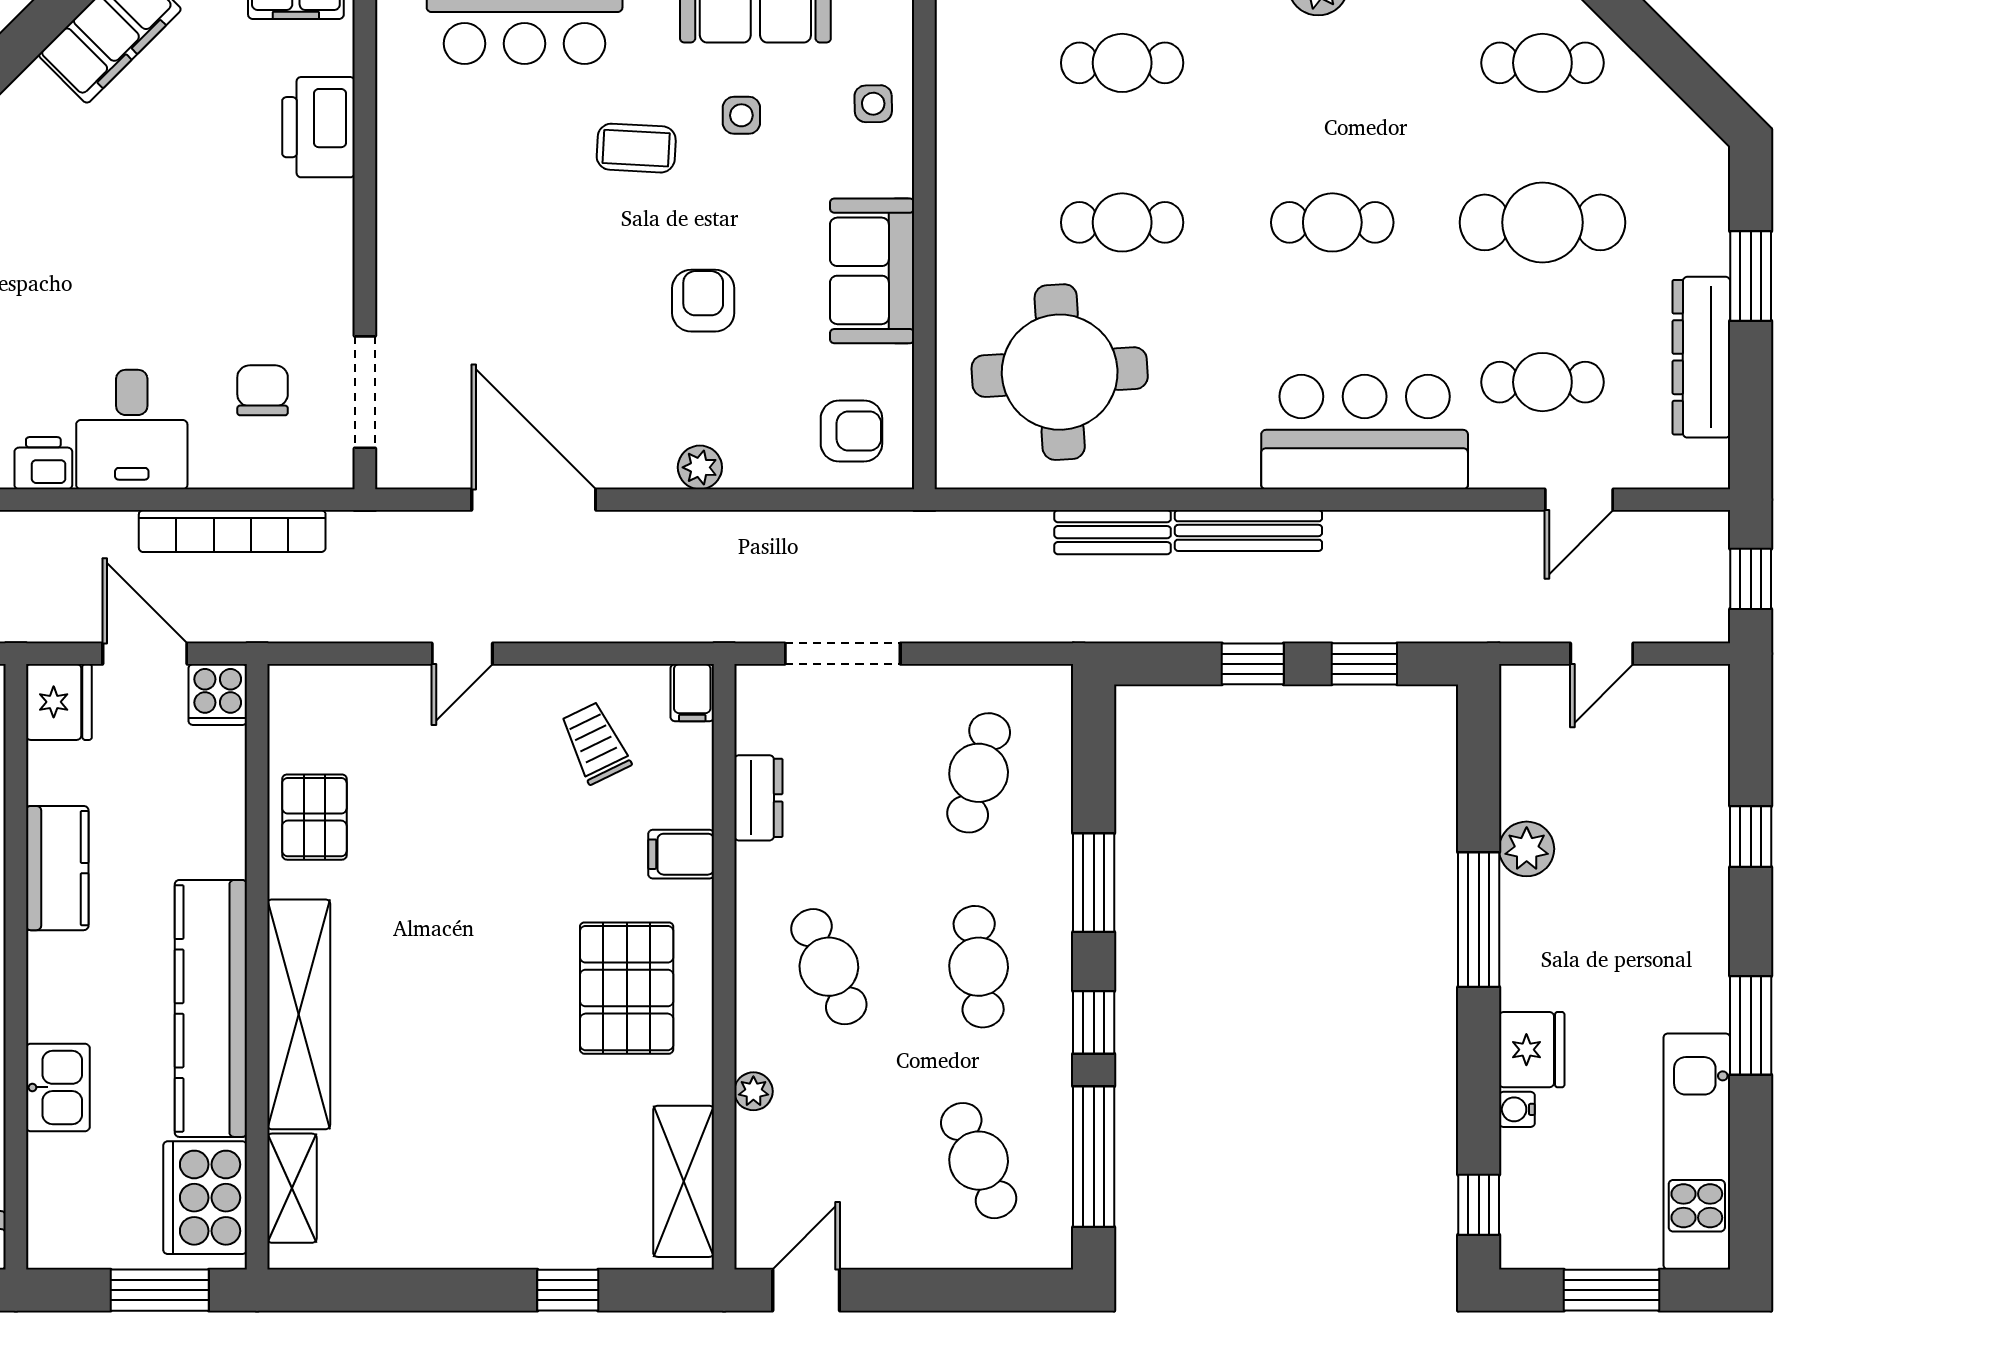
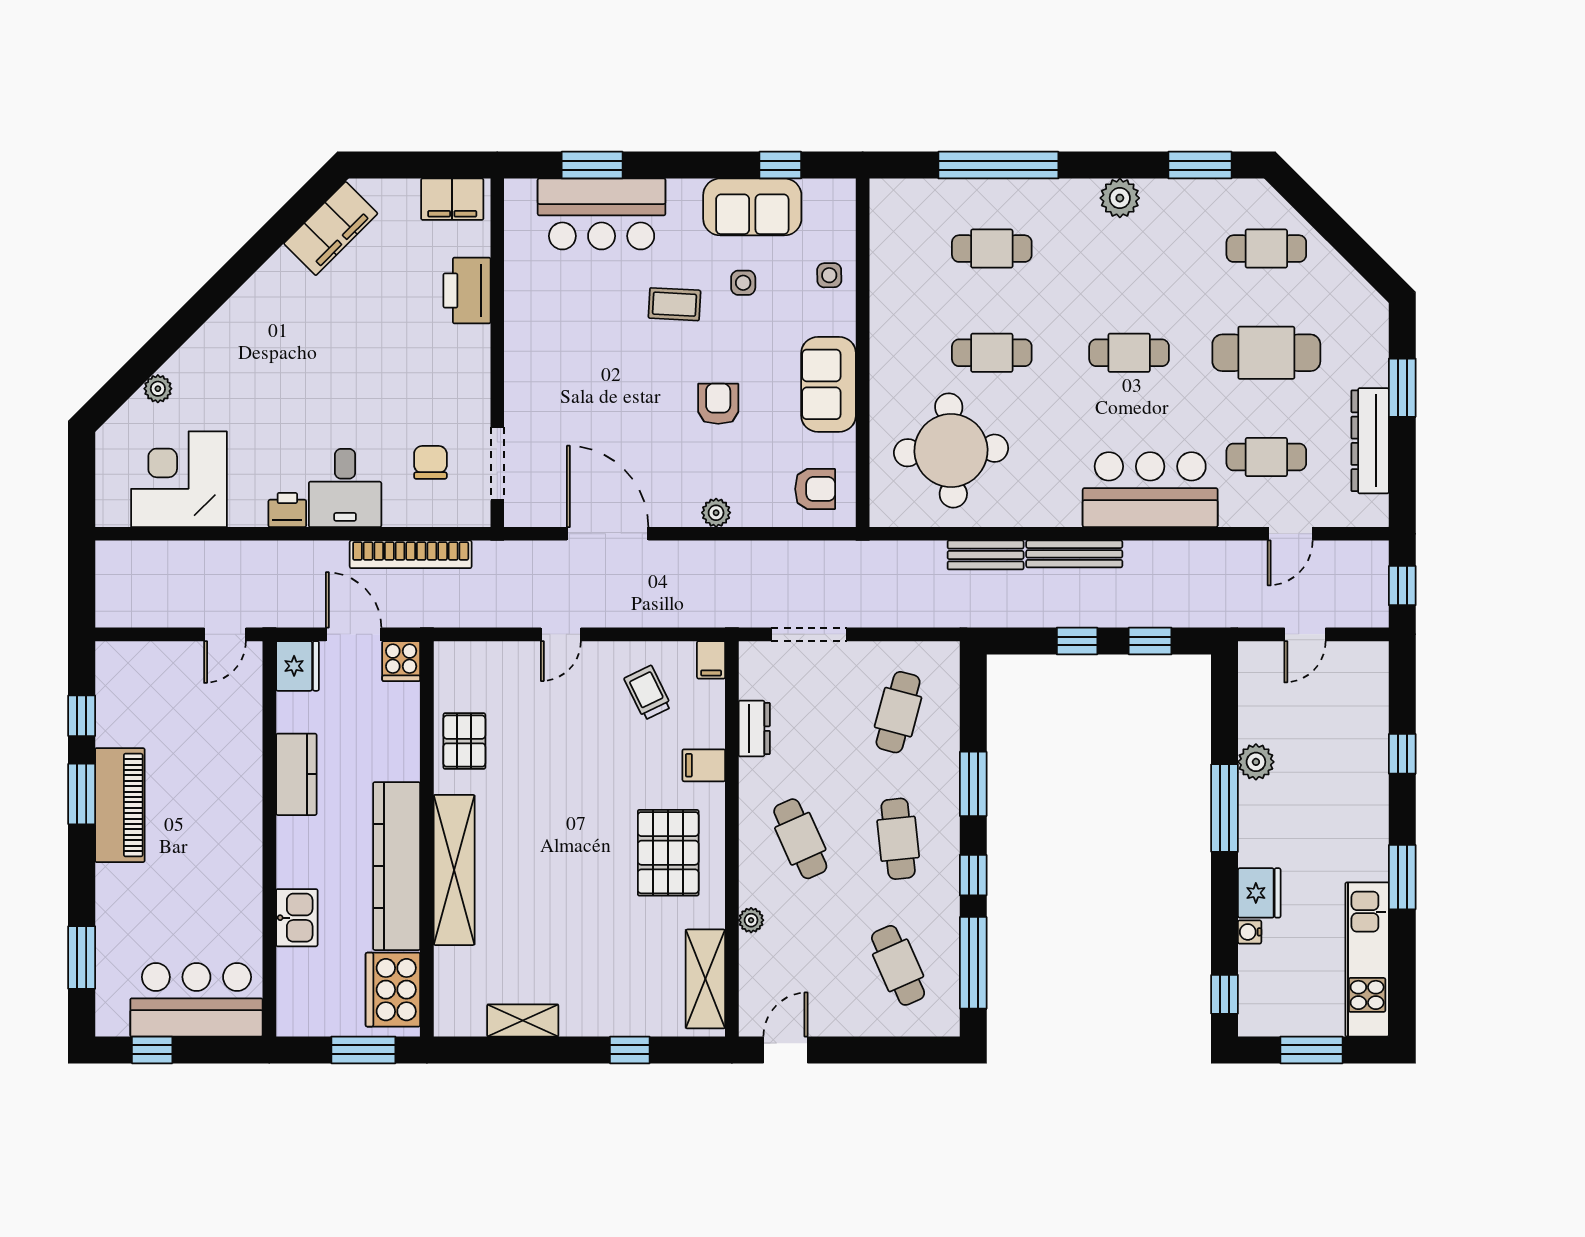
shelving: (292, 1188) -> (523, 1020), moved, turned 90

